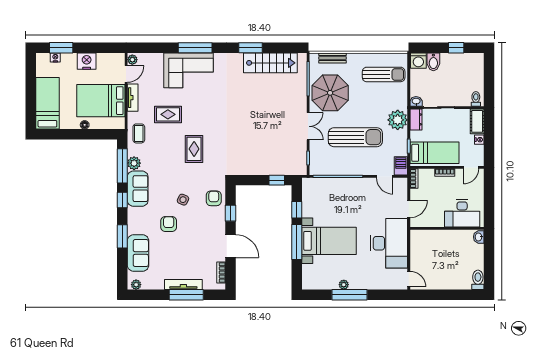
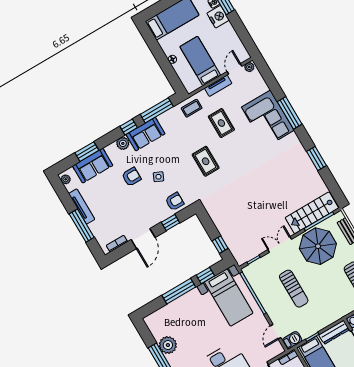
nightstand: (87, 61) -> (218, 17), moved
stairs: (270, 63) -> (312, 213), moved, turned 90
door: (126, 74) -> (234, 69), swing flipped
bed: (101, 101) -> (200, 61), width x0.67
dresser: (416, 119) -> (334, 332), width x1.44
plant: (398, 120) -> (328, 315), removed
double door: (308, 126) -> (280, 244), swing flipped
sun lounger: (355, 137) -> (294, 289), width x0.73, depth x0.75
rug: (194, 149) -> (206, 161), turned 90
plant: (134, 163) -> (123, 143), moved
window: (122, 236) -> (87, 152), moved
bed with nightstands: (329, 241) -> (229, 297), moved
tv unit: (183, 285) -> (82, 206), moved
plant: (344, 285) -> (168, 345), width x1.88, depth x1.88

